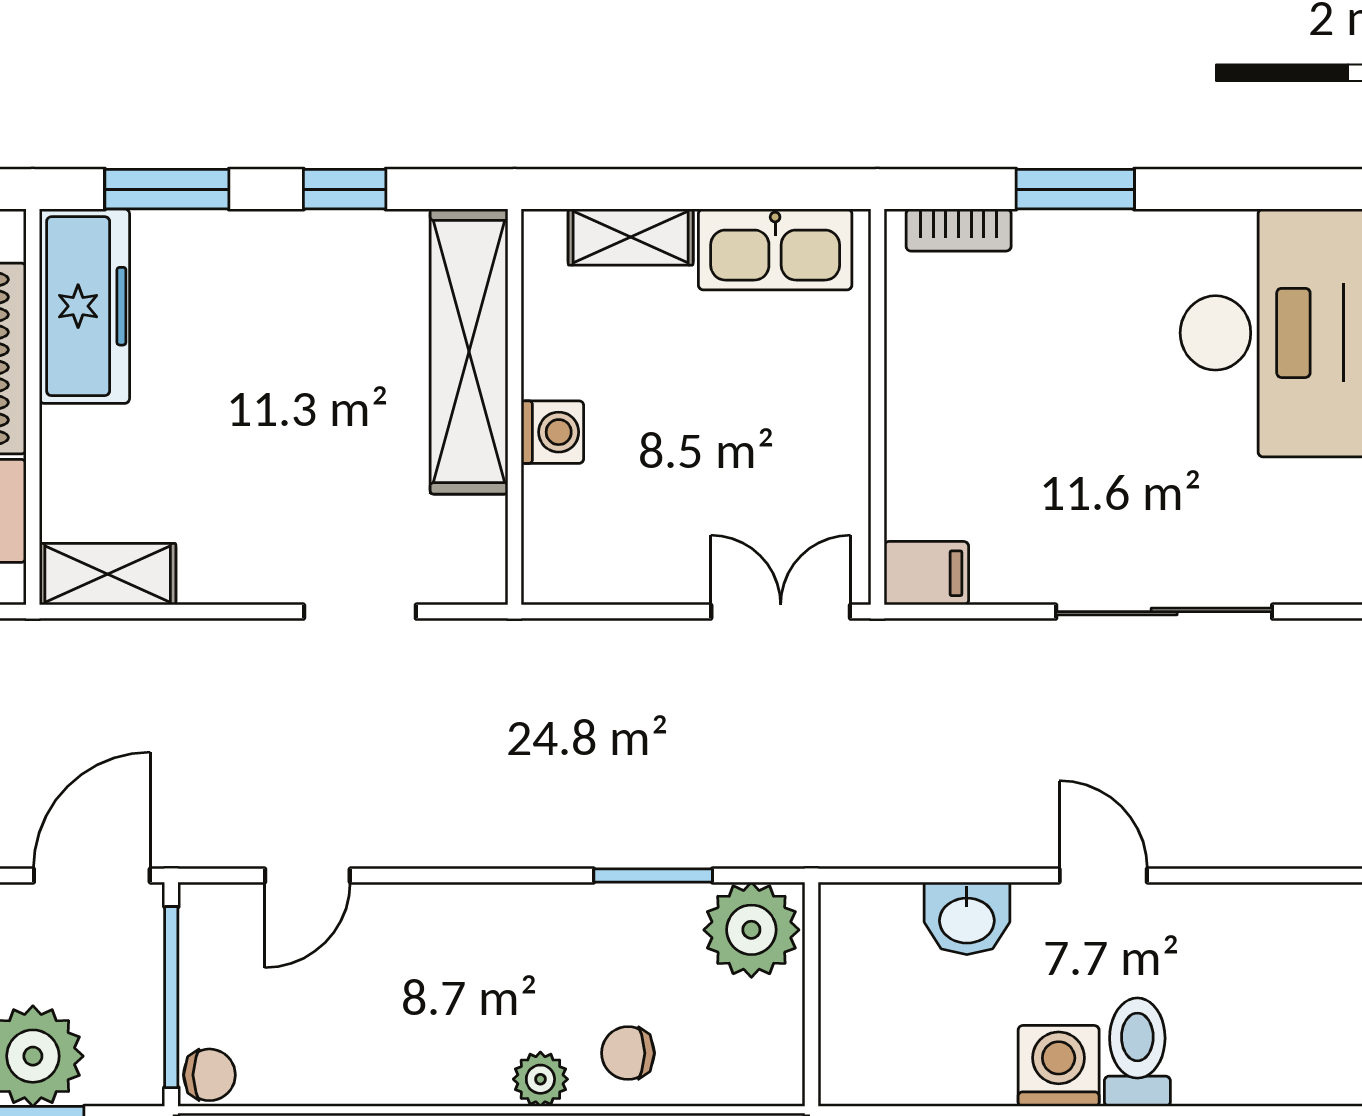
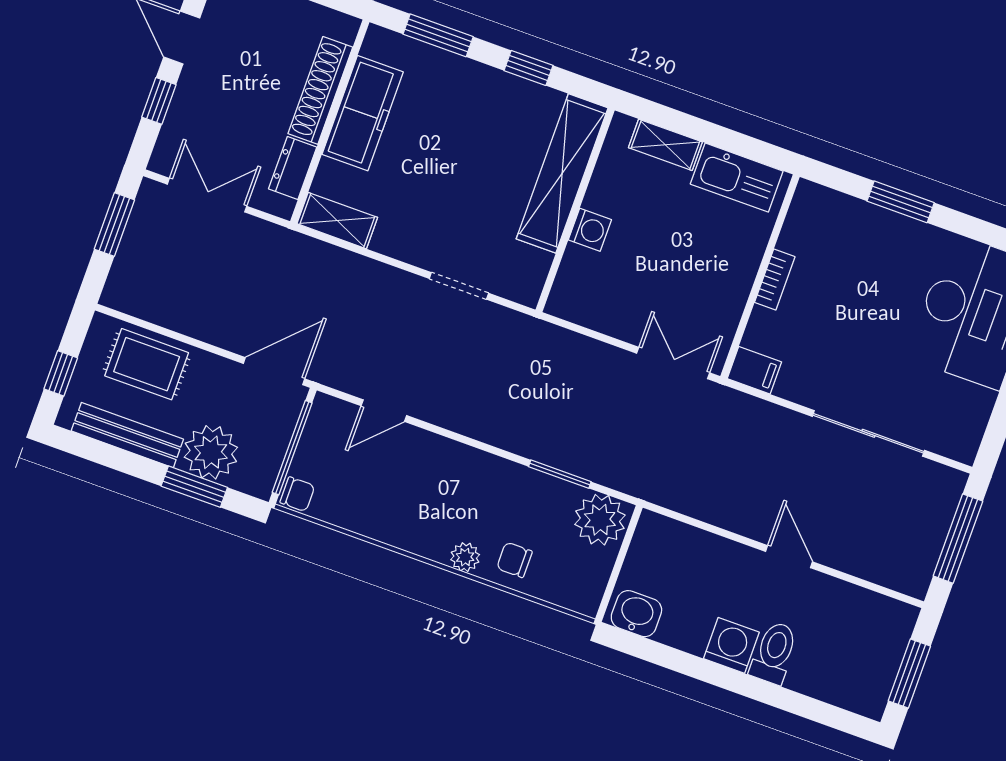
bookcase: (959, 230) -> (775, 280), moved, turned -90
freezer: (84, 306) -> (363, 113), moved
washbasin: (967, 918) -> (636, 614), moved, turned 180

